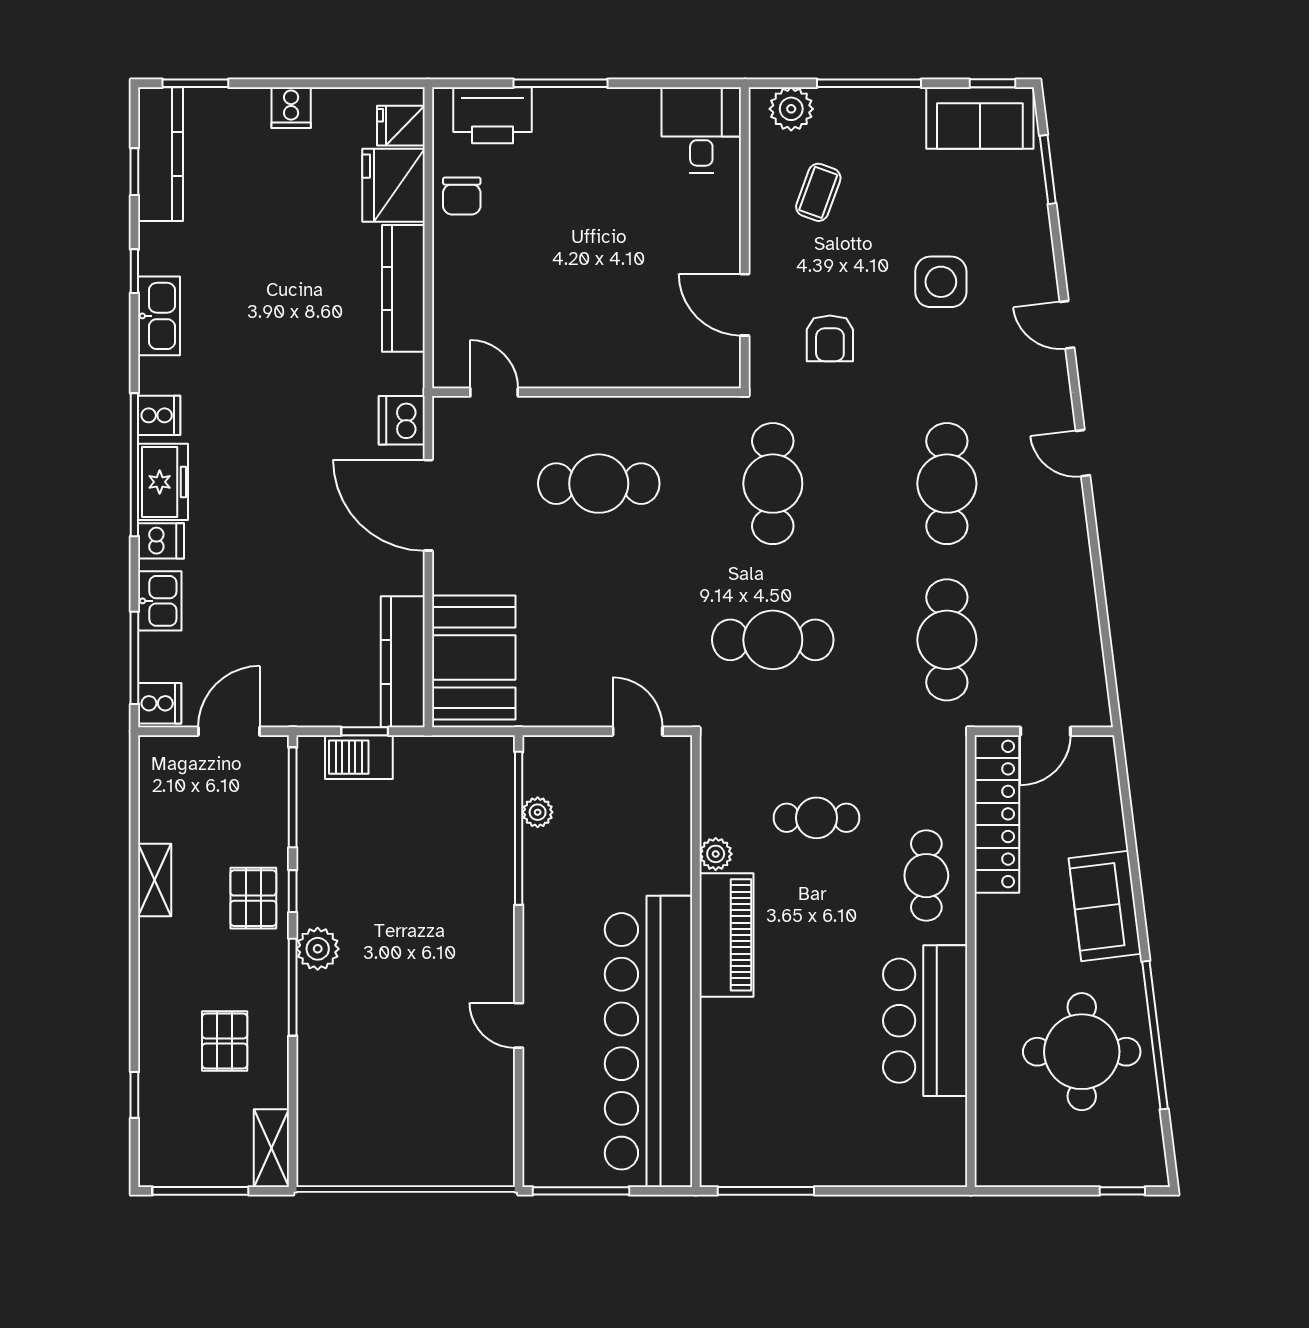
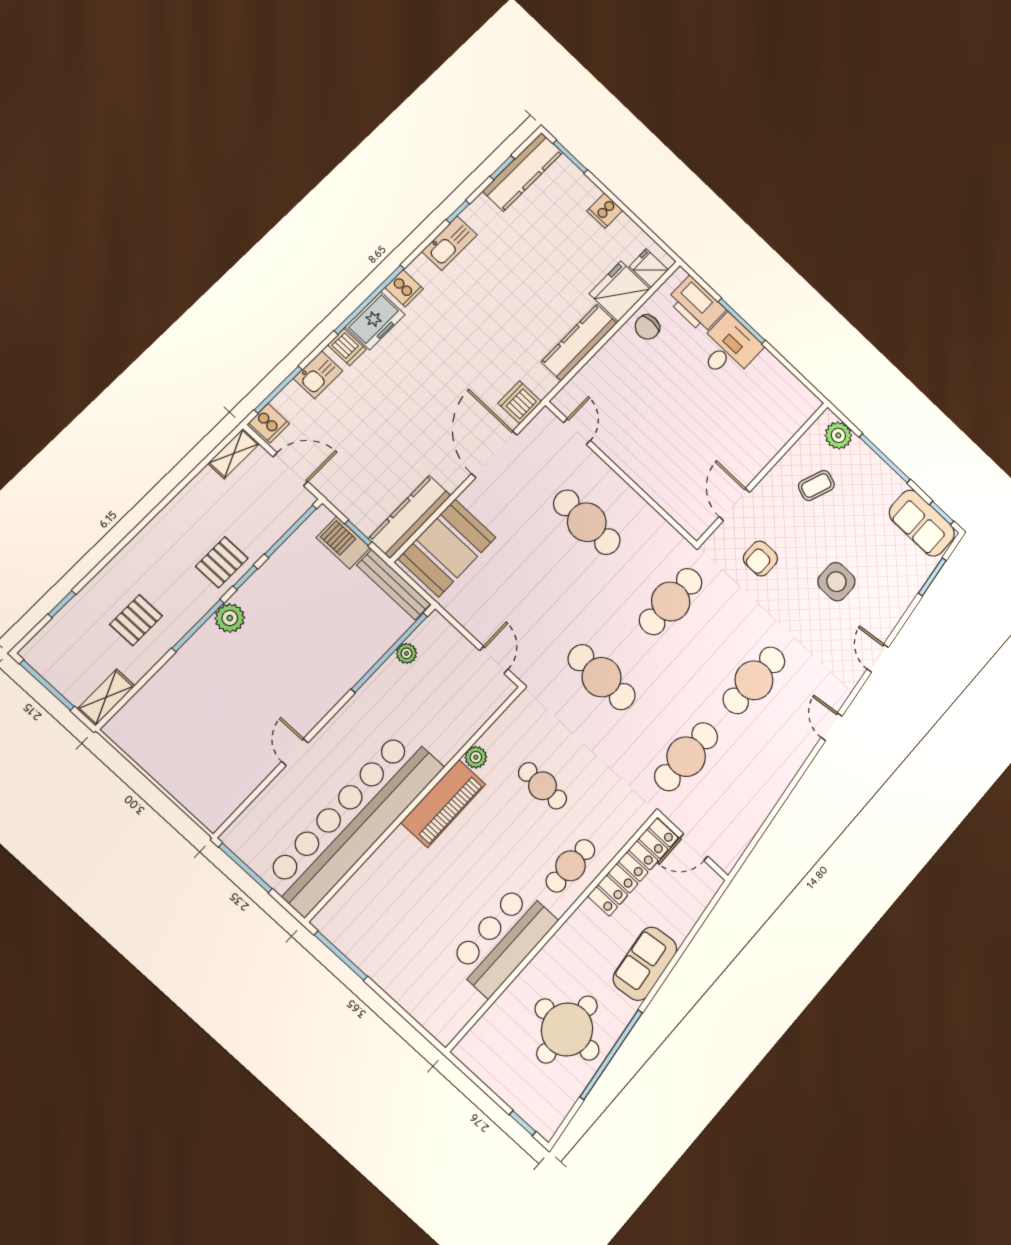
desk: (701, 130) -> (728, 348), moved
bench: (454, 752) -> (394, 585), added
shelving: (155, 880) -> (234, 454), moved

